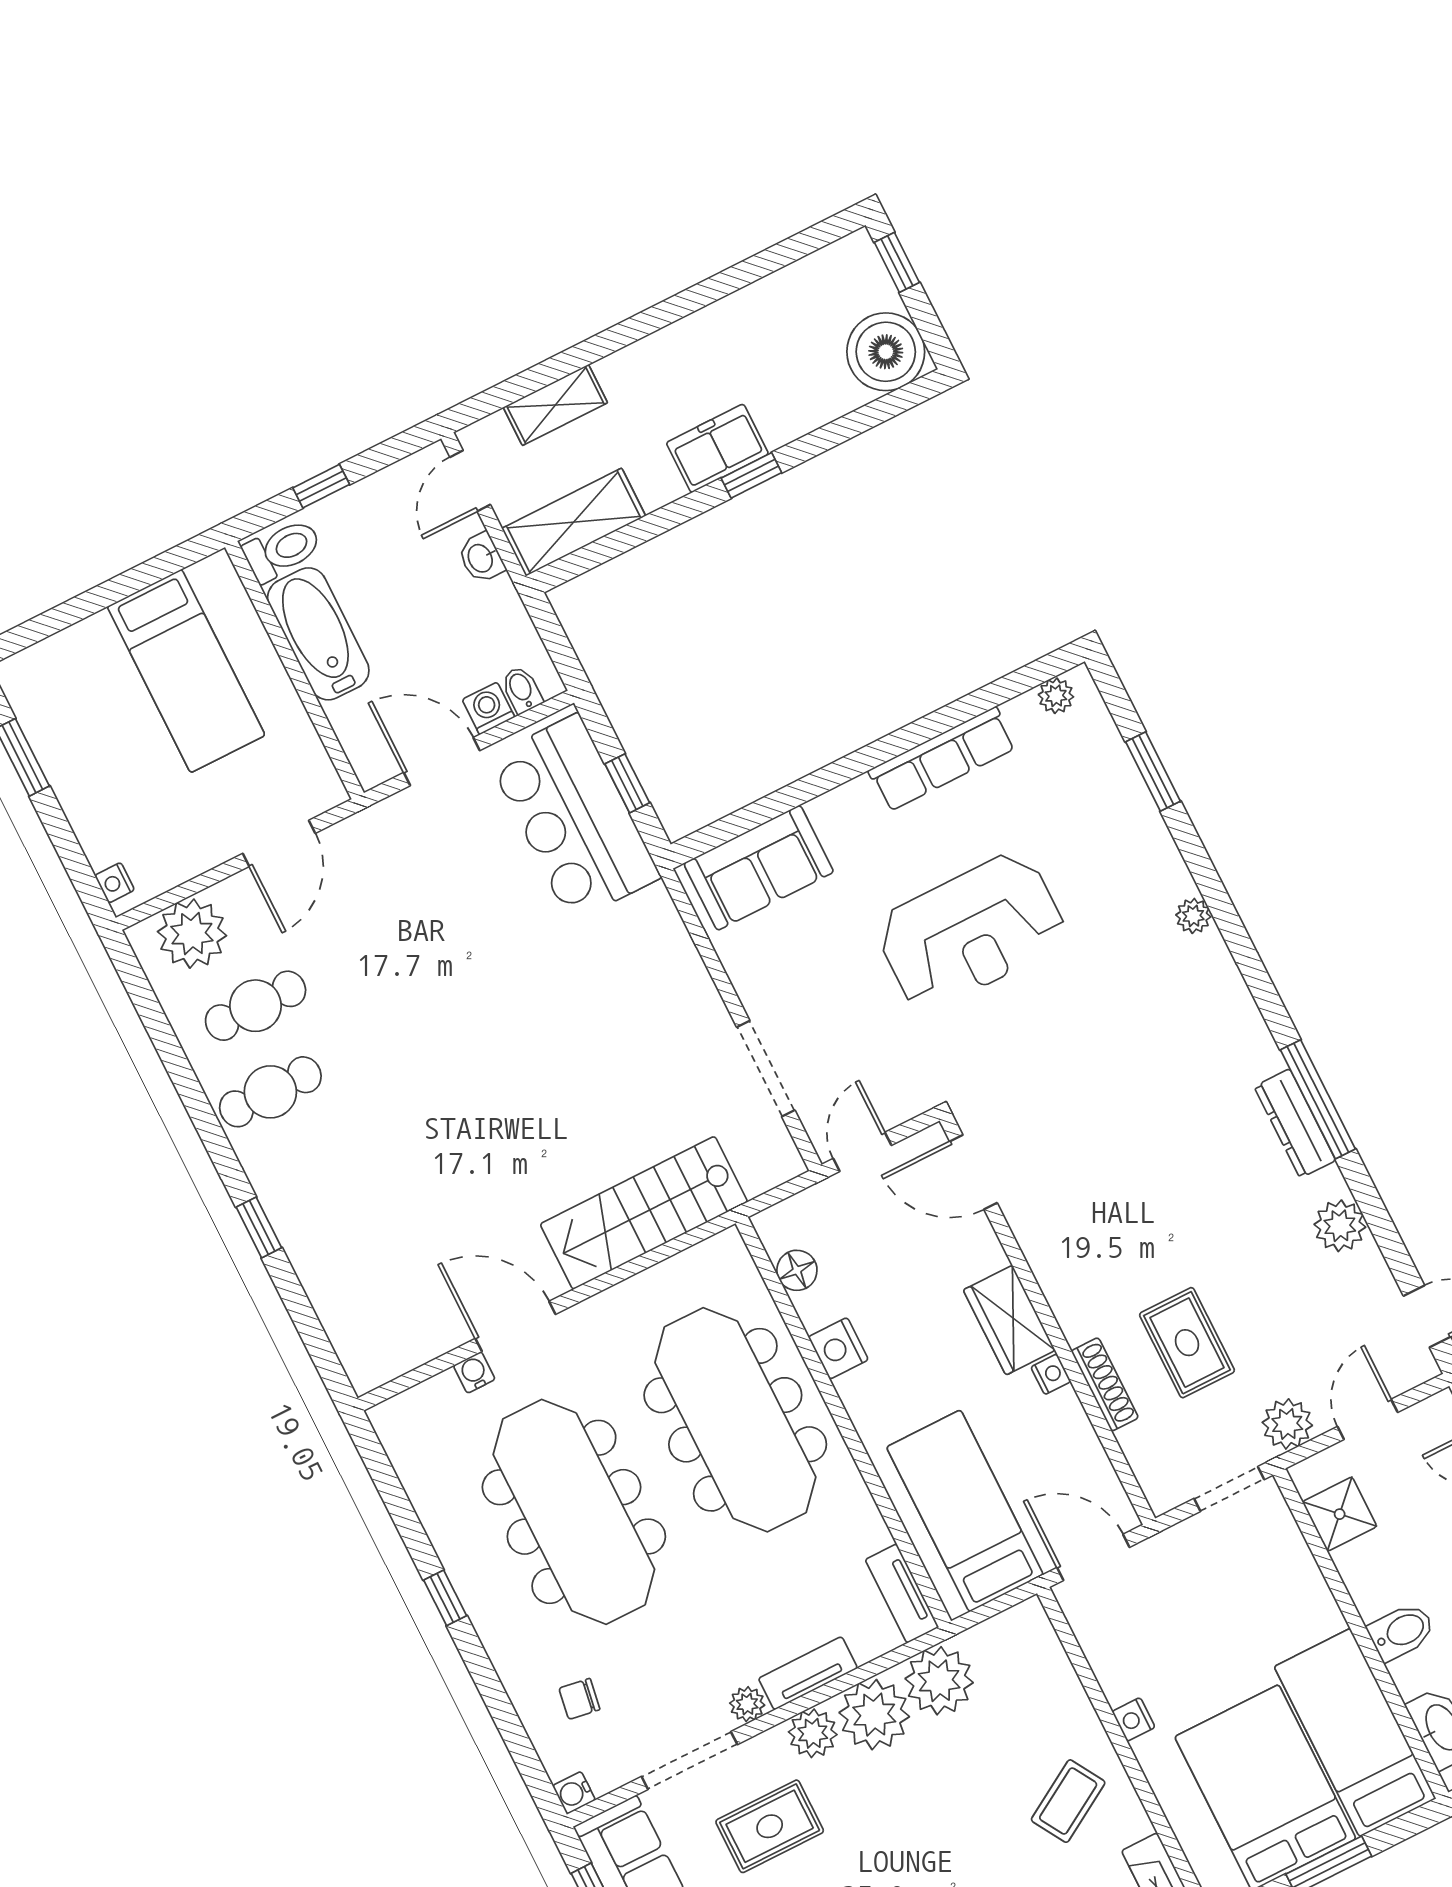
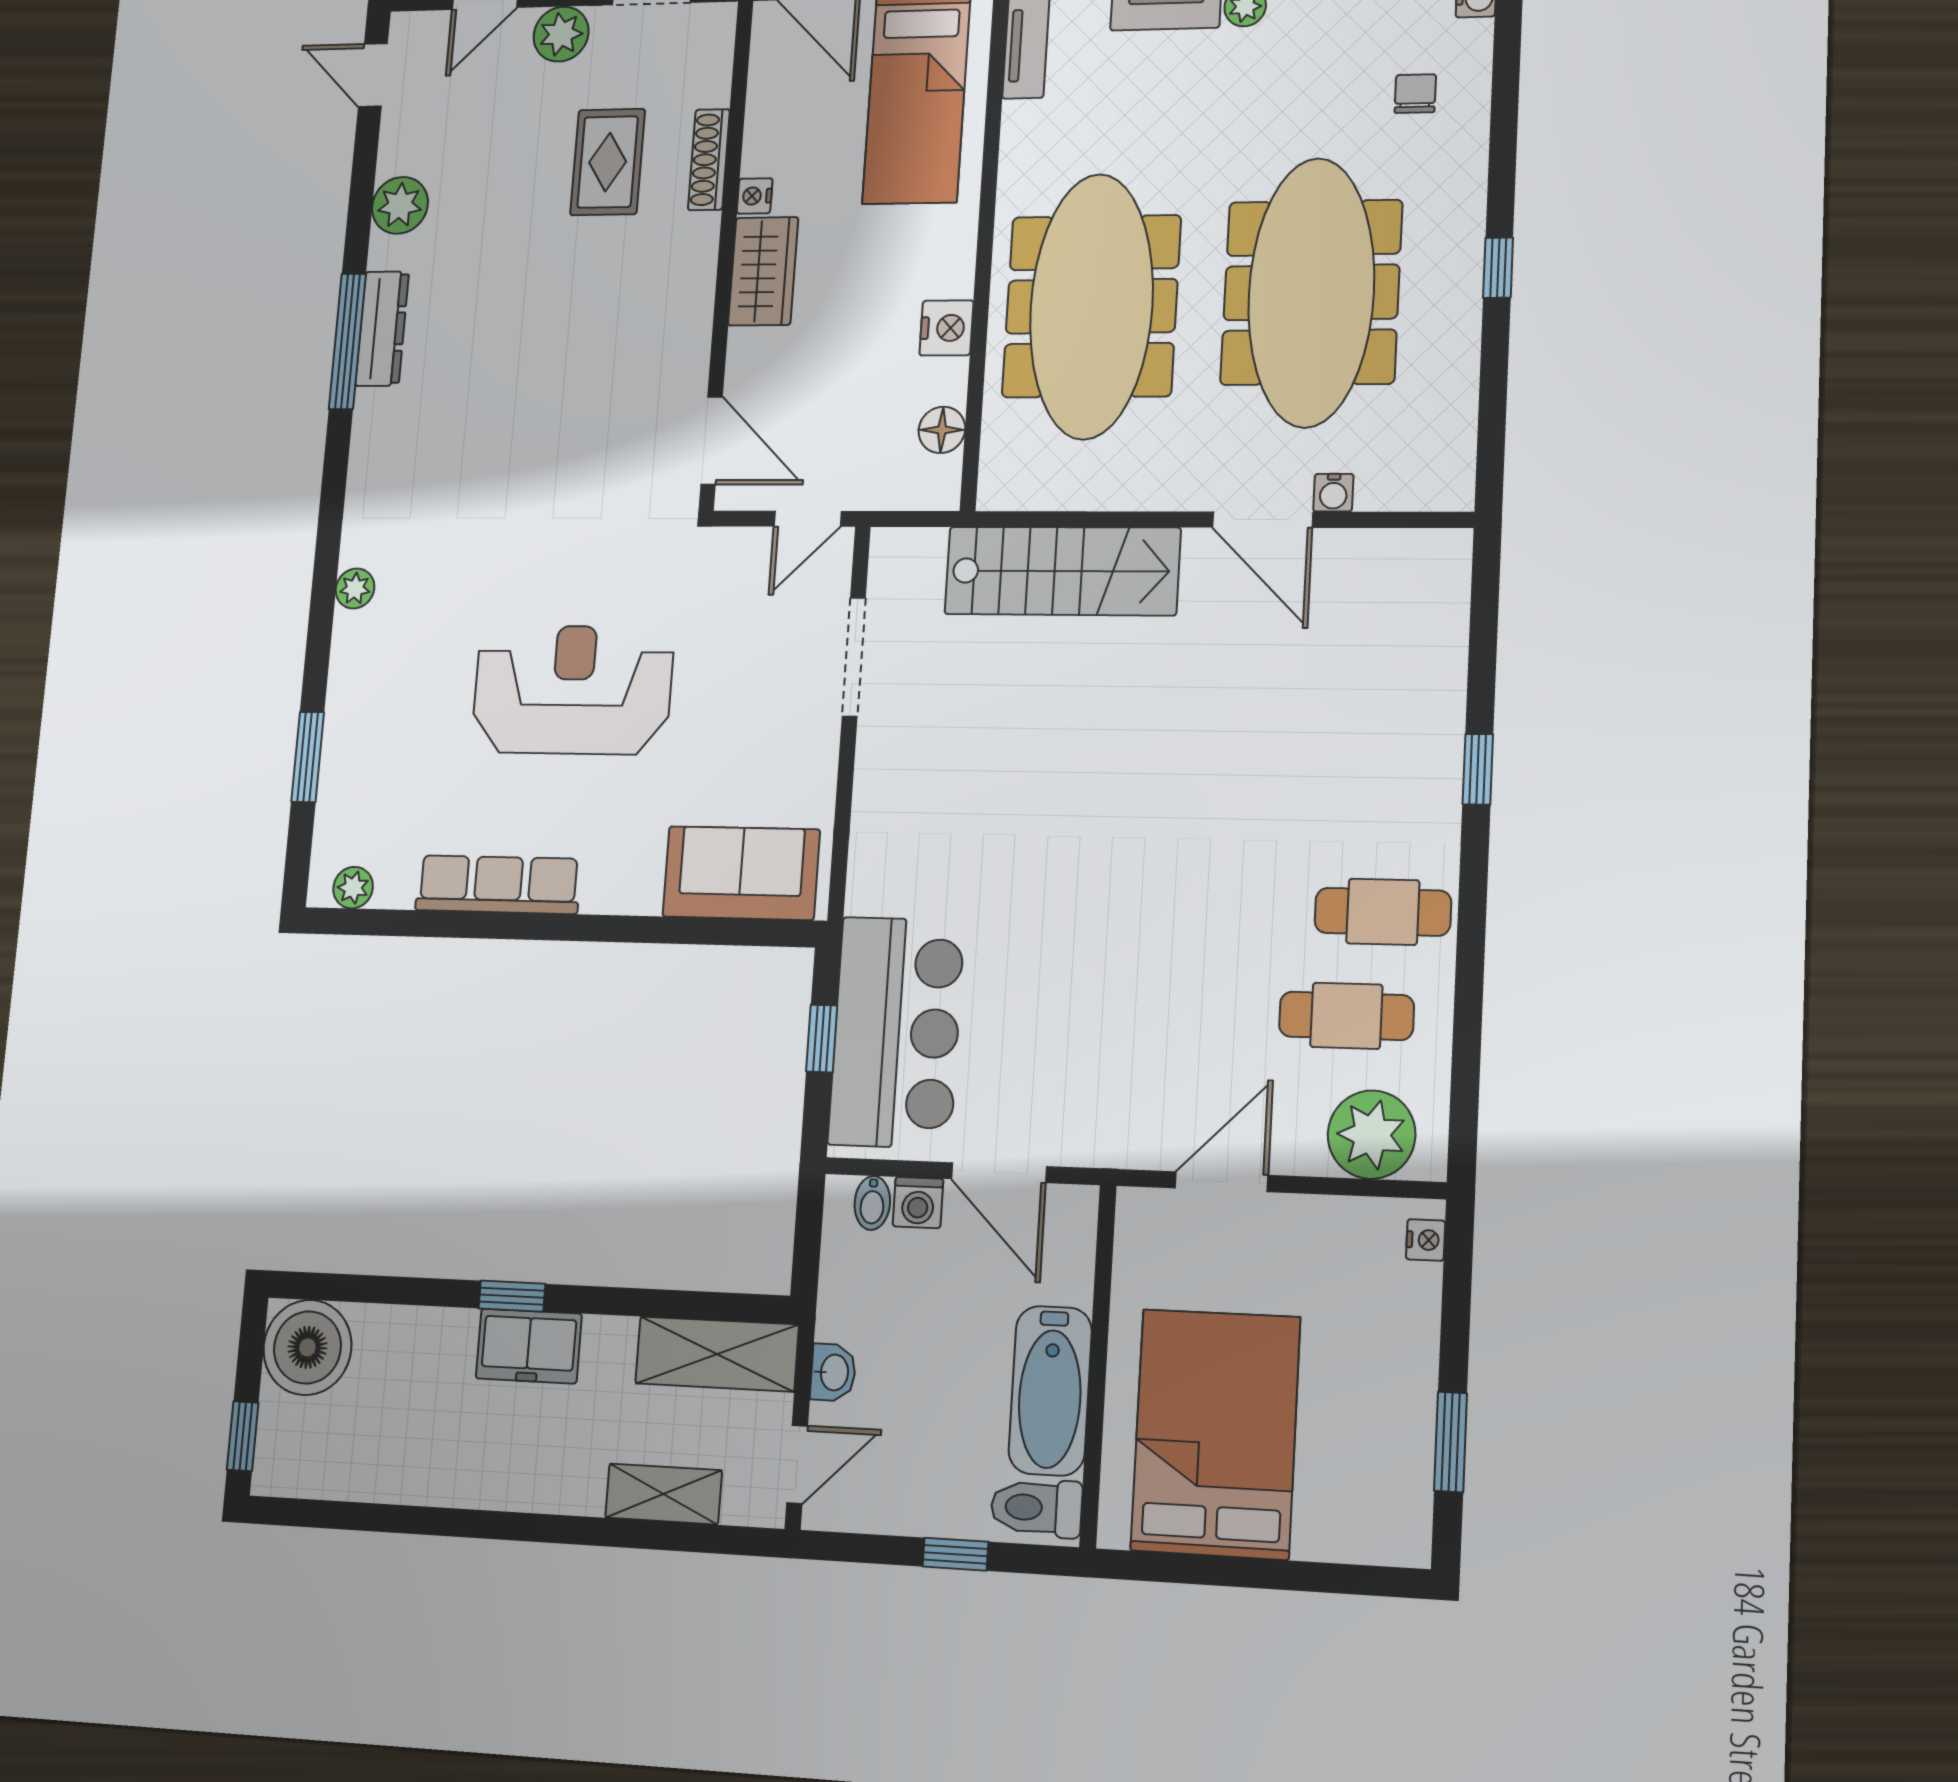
bed: (186, 671) -> (1215, 1434), width x1.50
chair: (579, 1699) -> (1415, 94), turned -99

